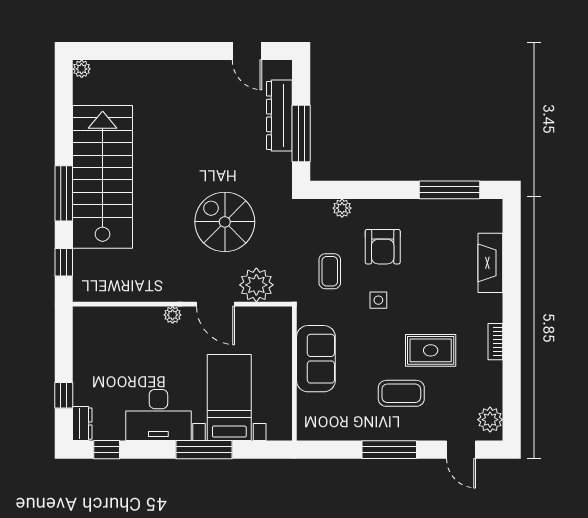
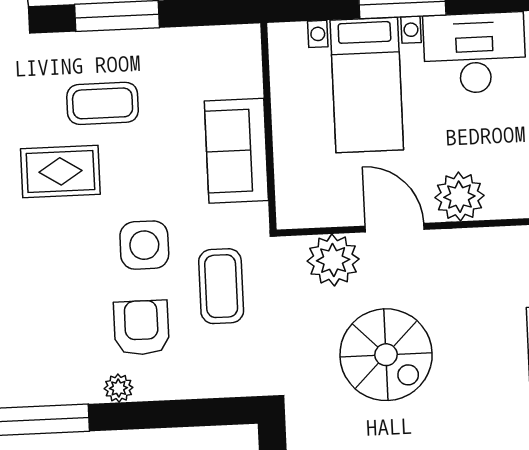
plant: (342, 208) -> (119, 388), moved
coffee table: (330, 271) -> (221, 286), width x1.36, depth x1.30
side table: (378, 300) -> (144, 245), width x1.87, depth x1.87
plant: (173, 315) -> (459, 197), width x1.88, depth x1.88

